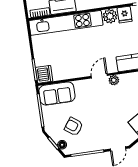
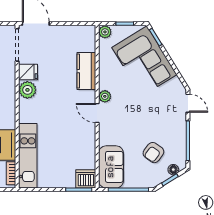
kitchen unit: (66, 23) -> (28, 156), width x0.73

